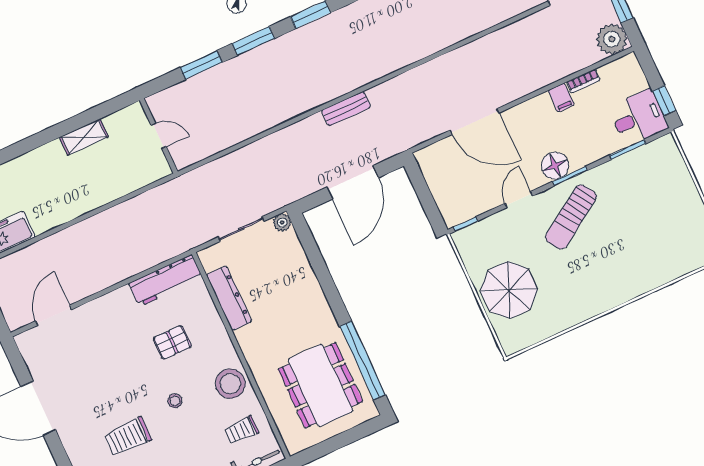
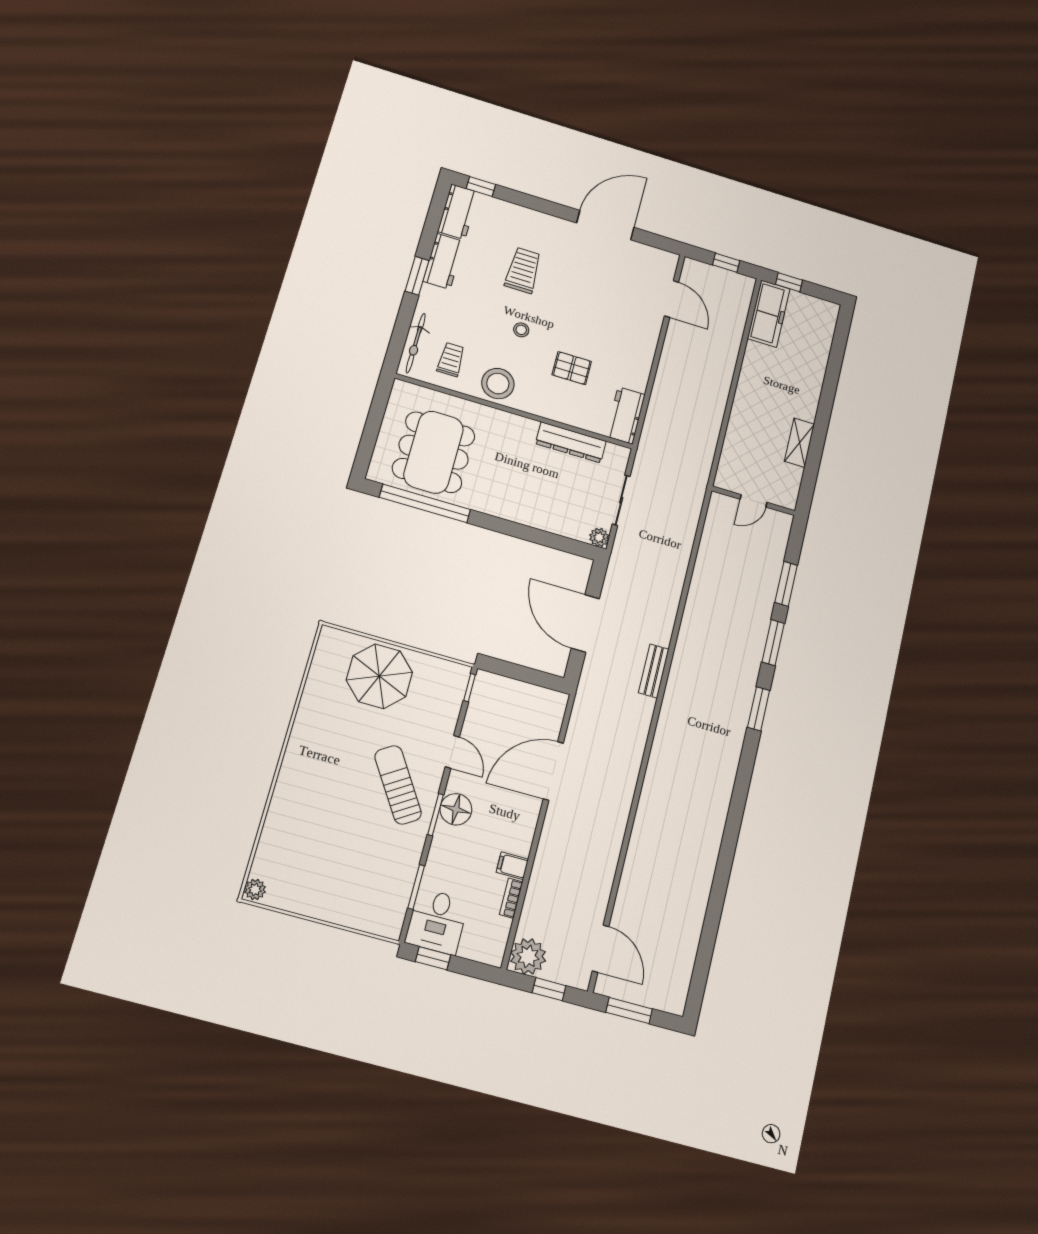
workbench: (166, 280) -> (625, 415), width x0.73
pallet: (172, 342) -> (572, 368), turned 90
dining table: (320, 385) -> (434, 452), turned 90

